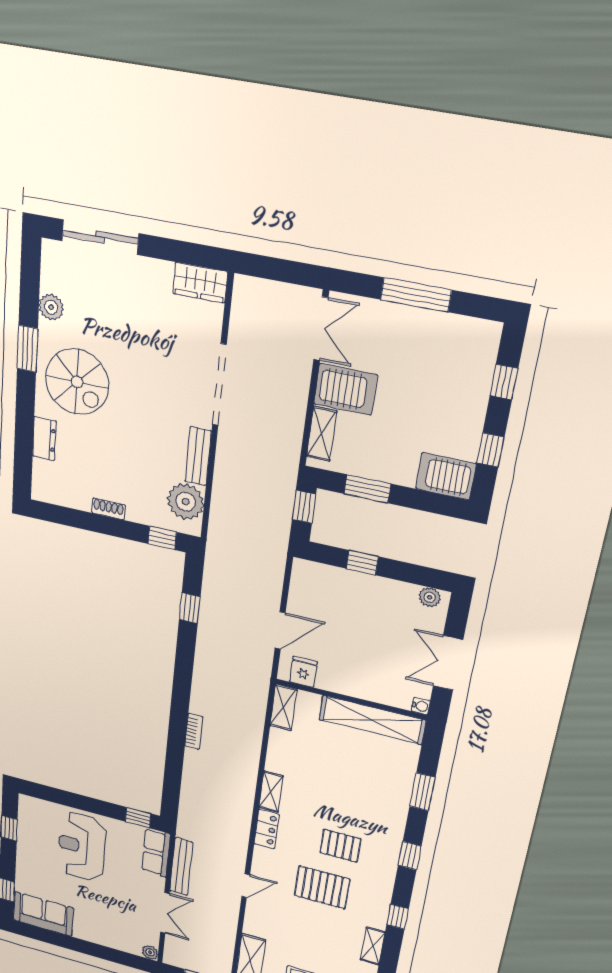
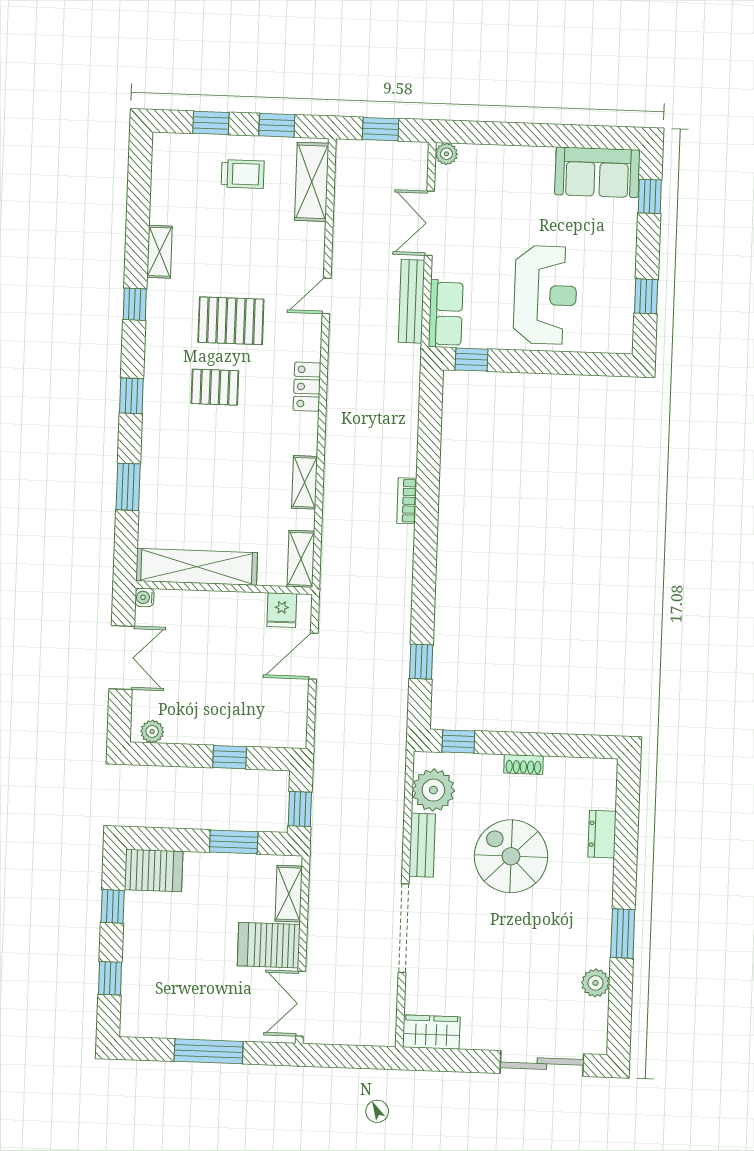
spiral stairs: (77, 382) -> (511, 856), moved
shelving: (271, 792) -> (304, 482), moved

